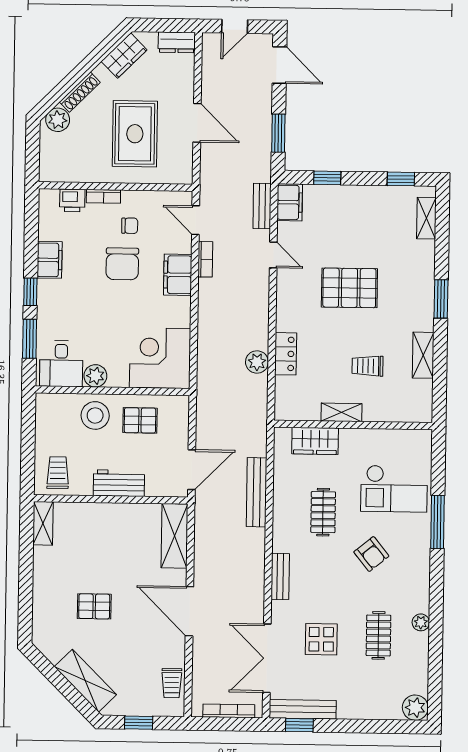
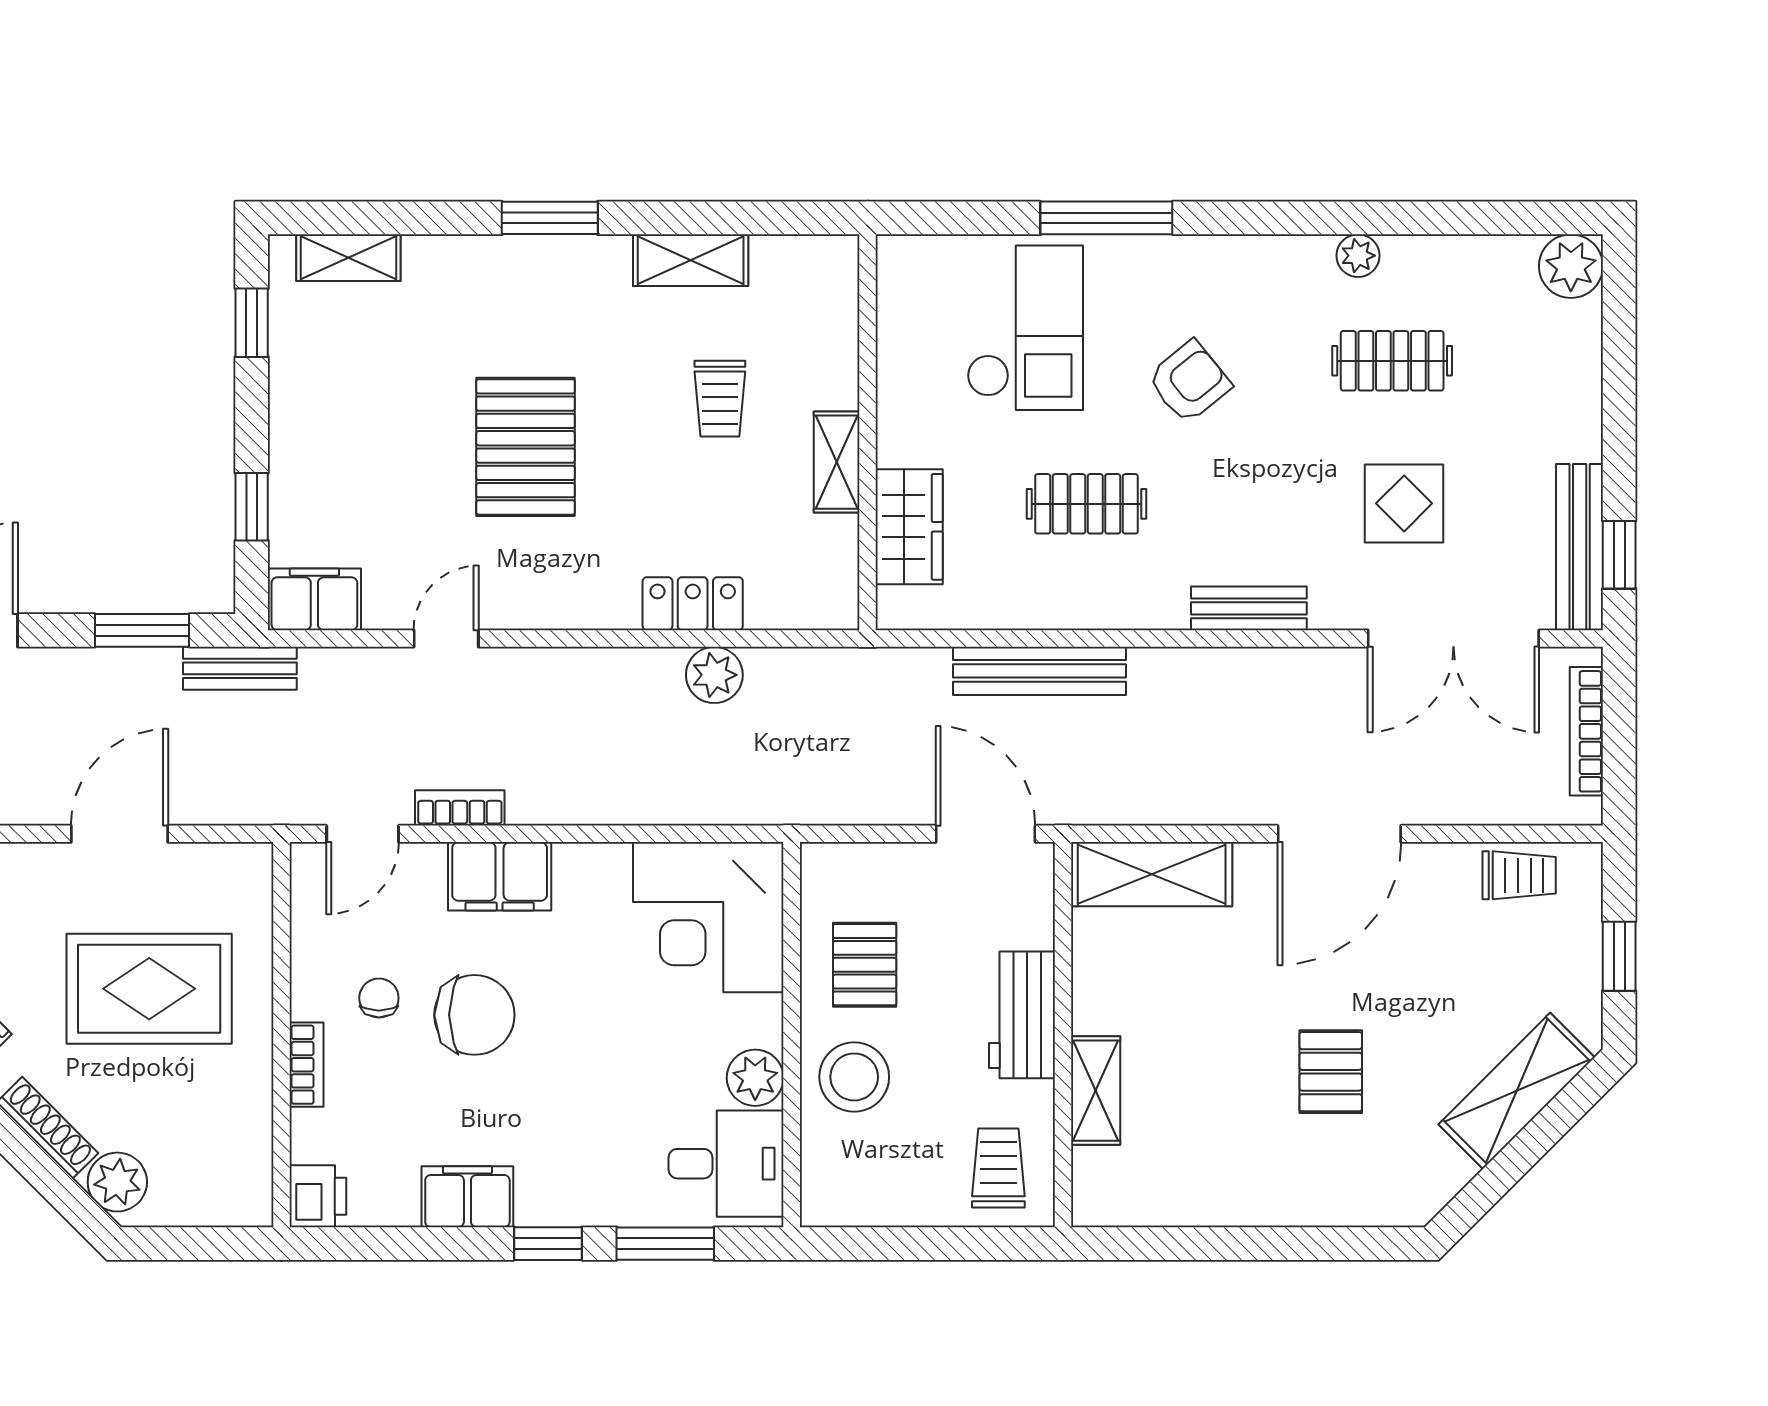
printer: (72, 200) -> (318, 1196), moved
bench: (262, 206) -> (240, 668), moved
trolley: (58, 473) -> (998, 1168), turned 90
shelving: (43, 523) -> (1096, 1091), moved, turned 90

